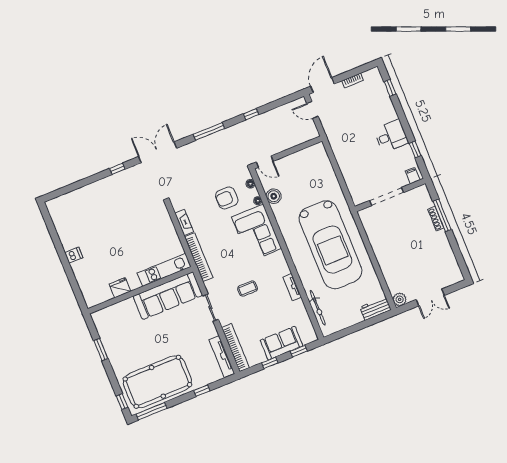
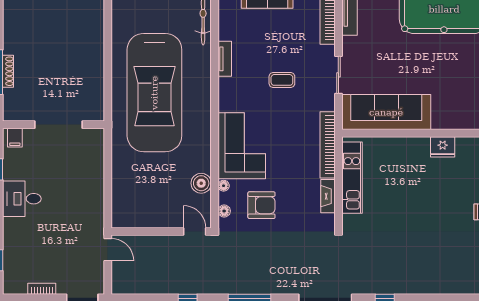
door: (312, 110) -> (108, 250), moved
car: (330, 245) -> (154, 93), turned 180
kitchen unit: (164, 270) -> (352, 178), moved, turned -90

